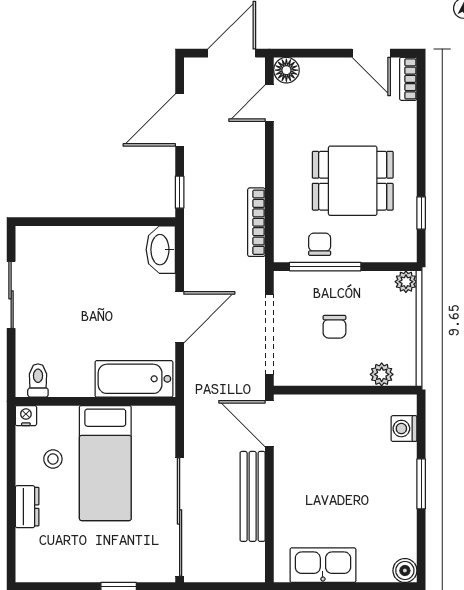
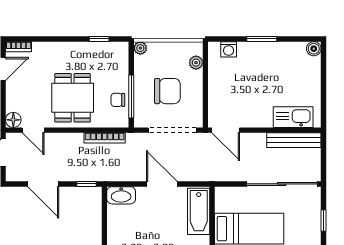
dining table: (353, 181) -> (73, 98), moved
chair: (334, 327) -> (167, 91), width x1.87, depth x1.87
door: (269, 424) -> (226, 130), hinge flipped
bench: (253, 496) -> (294, 140), moved
kitchen sink: (323, 565) -> (293, 117), moved, turned 90

